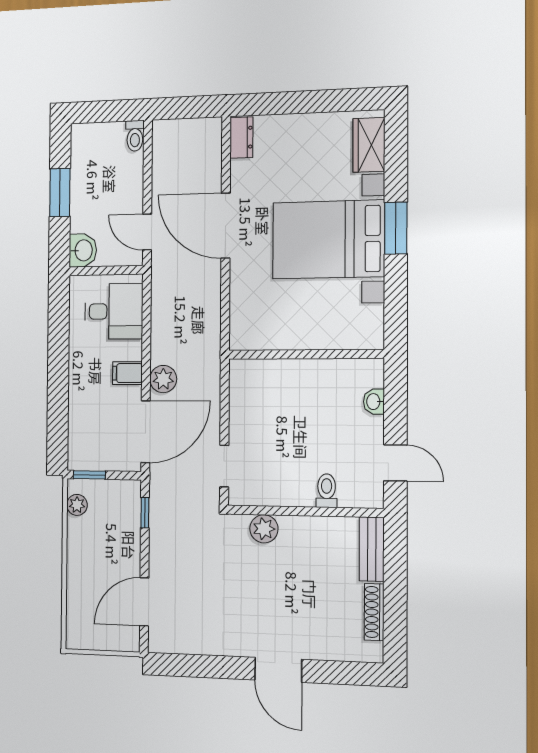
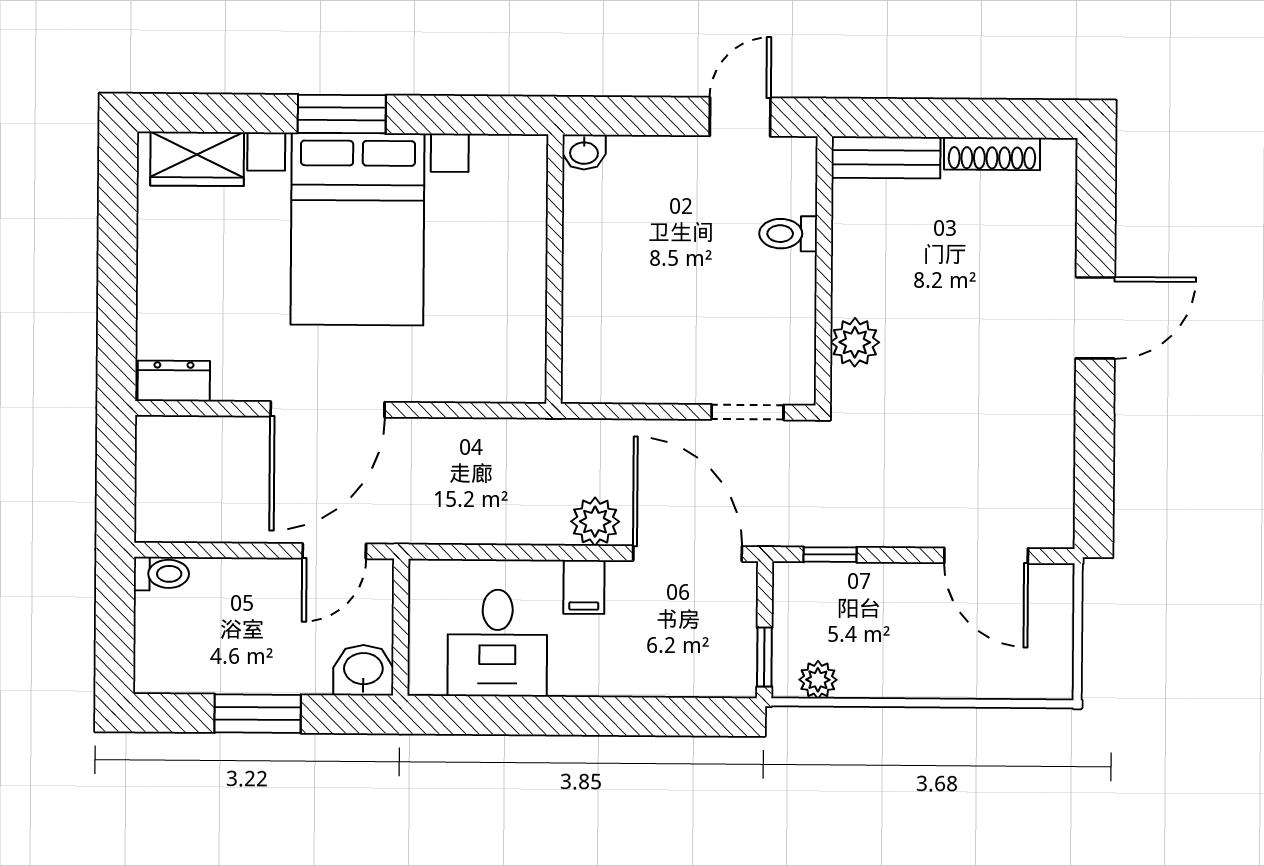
desk: (114, 311) -> (497, 643), moved, turned 180
washbasin: (374, 402) -> (584, 152), moved

